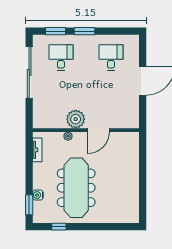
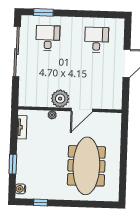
window: (85, 31) -> (72, 13), removed
meeting table: (76, 188) -> (86, 166), moved
water cooler: (38, 195) -> (20, 189), moved
window: (29, 205) -> (13, 164), moved

